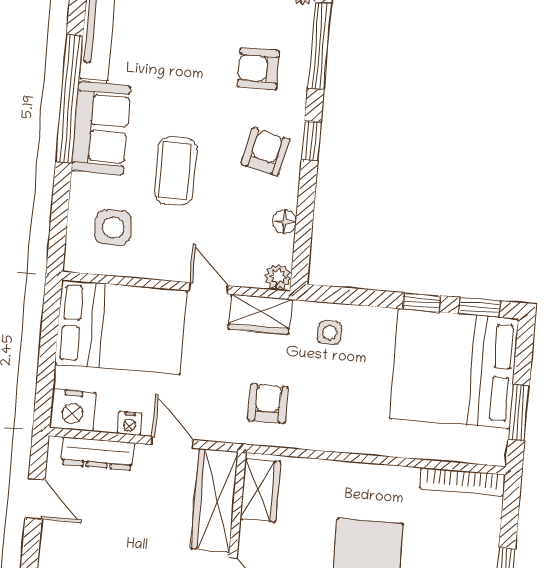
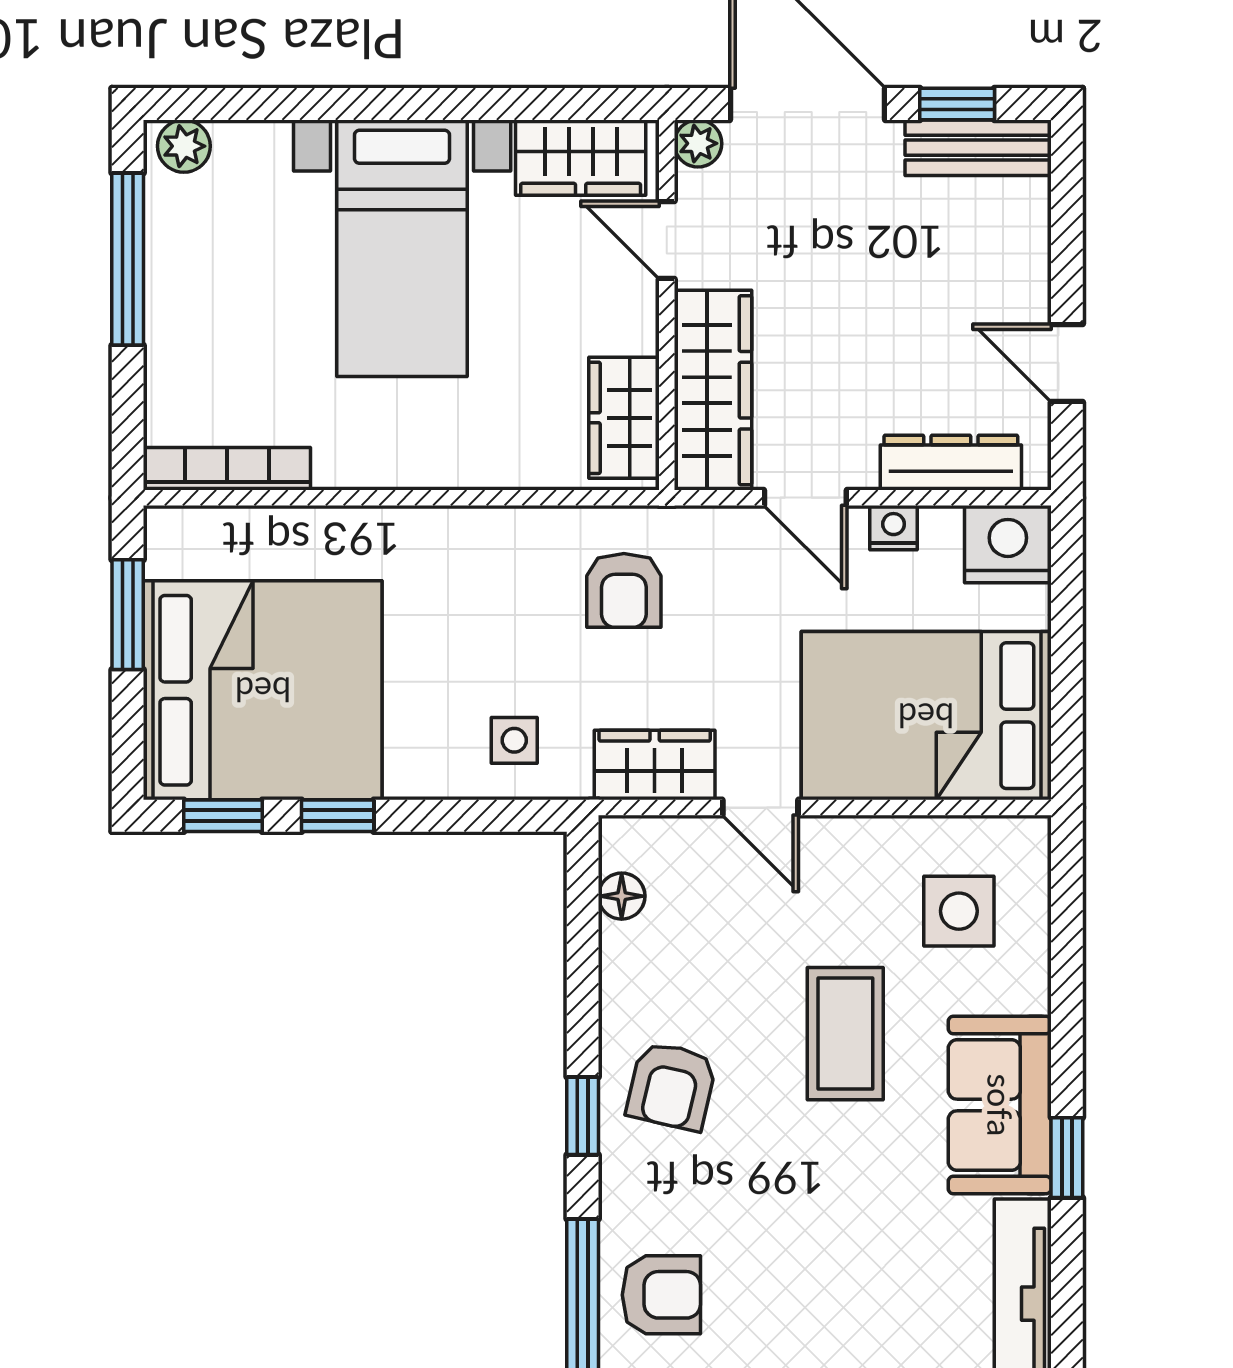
armchair: (258, 69) -> (661, 1295), moved
window: (69, 99) -> (1067, 1158), width x0.32
floor lamp: (285, 222) -> (622, 896), moved
plant: (278, 277) -> (625, 841), removed

